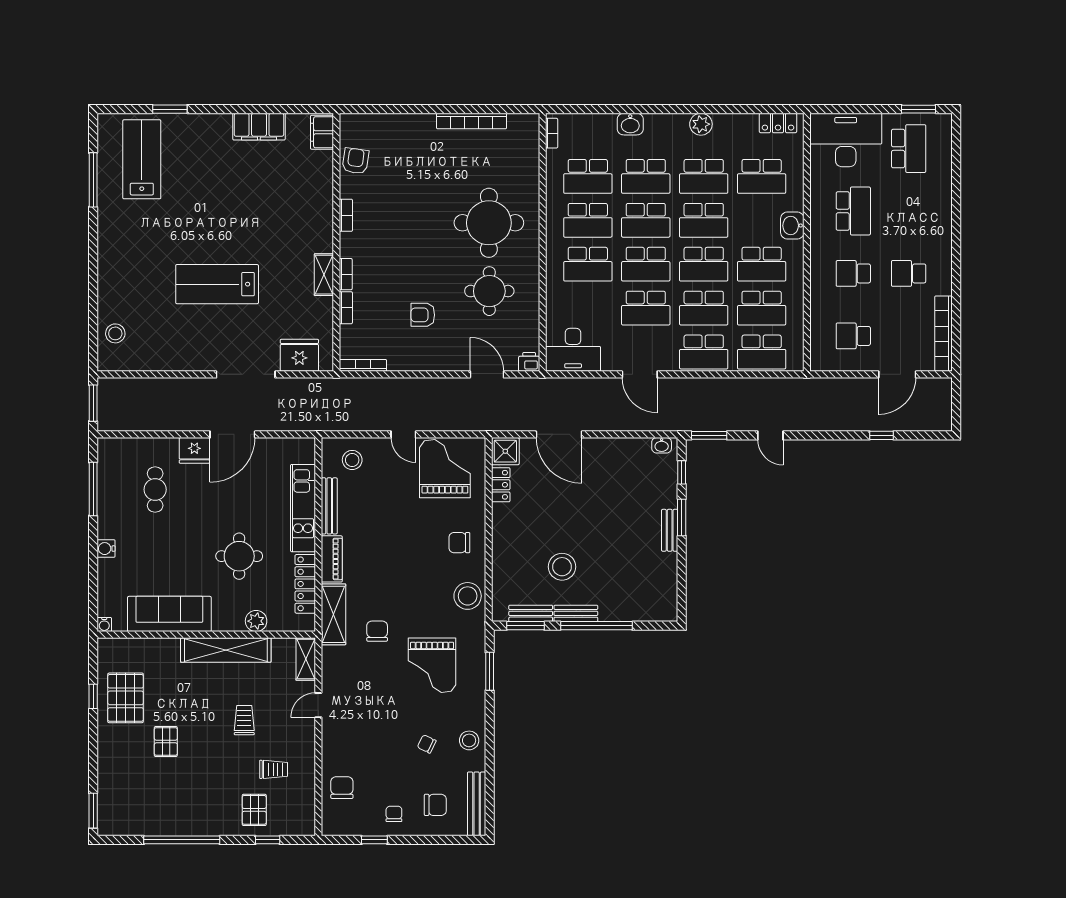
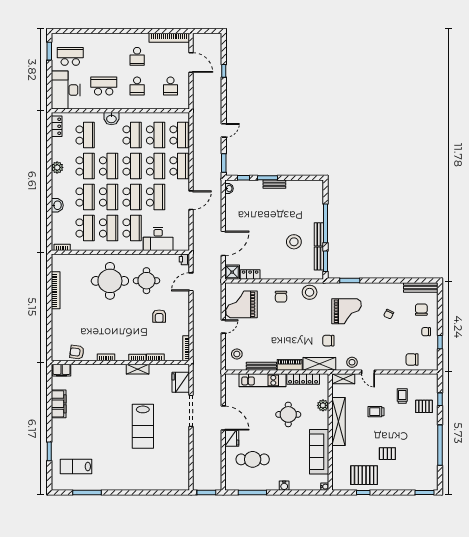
lab bench: (142, 159) -> (76, 466), width x0.73, depth x0.72
stool: (115, 333) -> (169, 481), removed
desk: (573, 350) -> (158, 239), moved, turned 90
cafe table: (155, 490) -> (253, 459), width x1.37, depth x1.35
stool: (469, 740) -> (352, 362), moved

